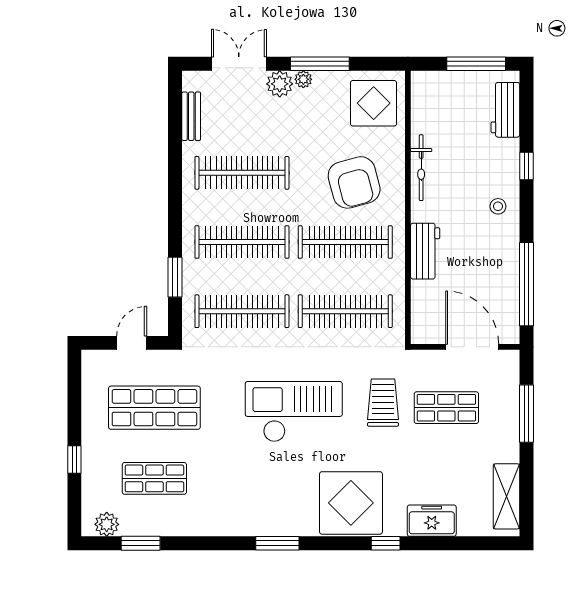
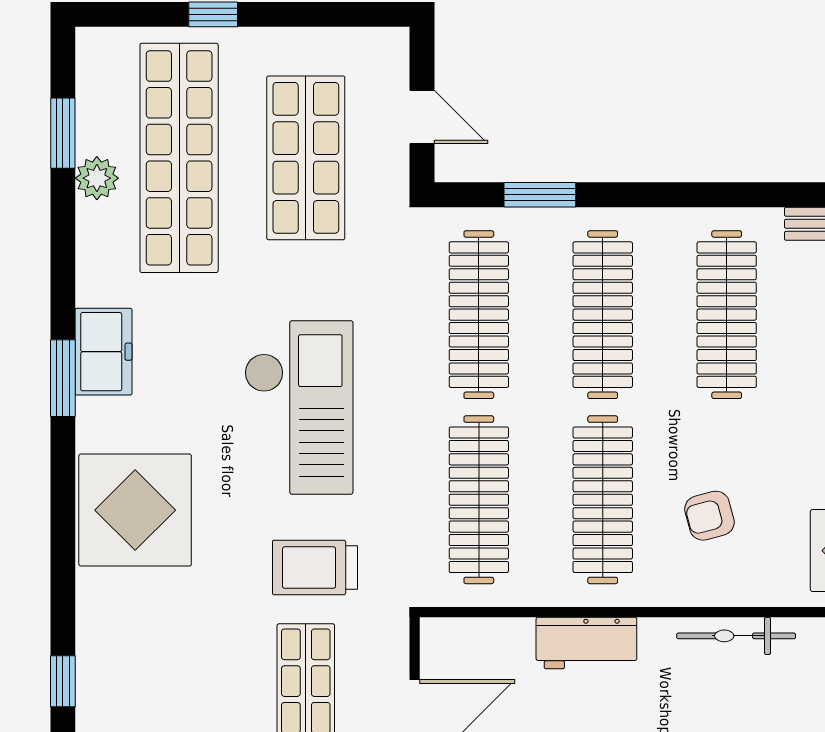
armchair: (354, 182) -> (710, 516), width x0.53, depth x0.53
trolley: (383, 403) -> (315, 568), turned 180
shop shelf: (154, 478) -> (179, 158), width x2.00, depth x1.36
freezer: (432, 521) -> (103, 352), moved
plant: (107, 524) -> (97, 178), moved
window: (386, 543) -> (63, 681), moved

